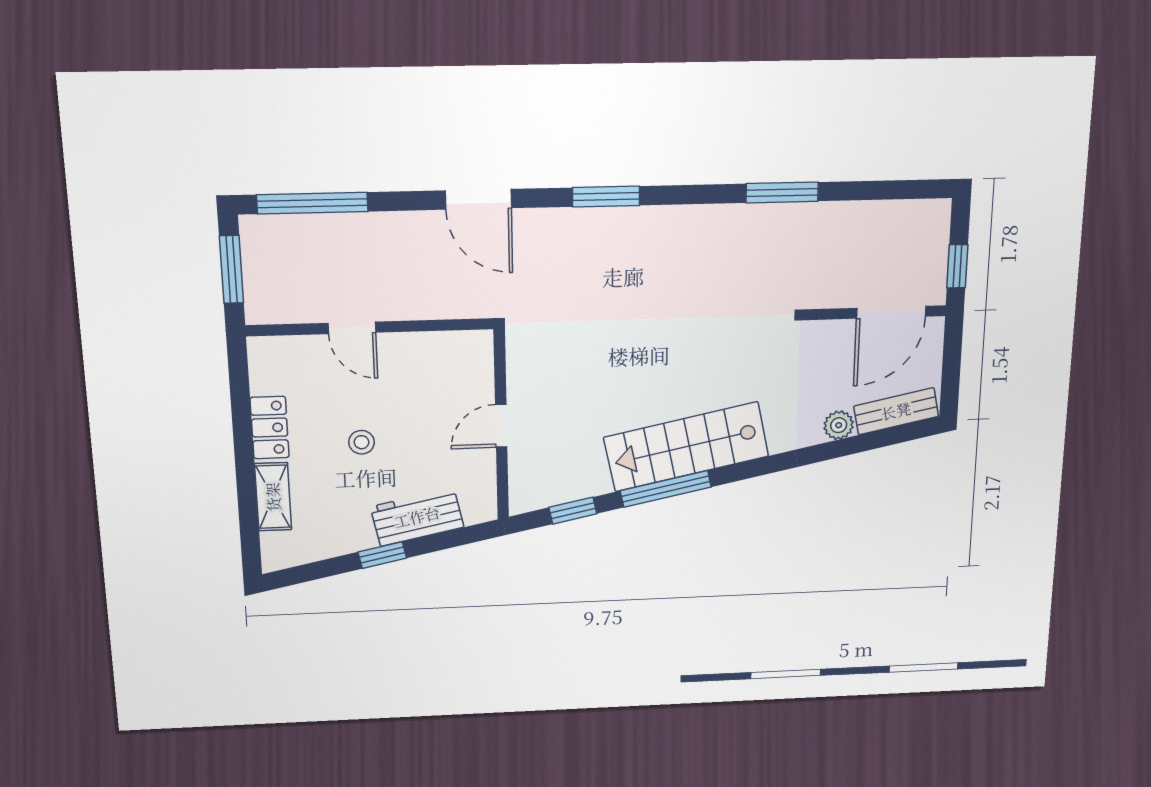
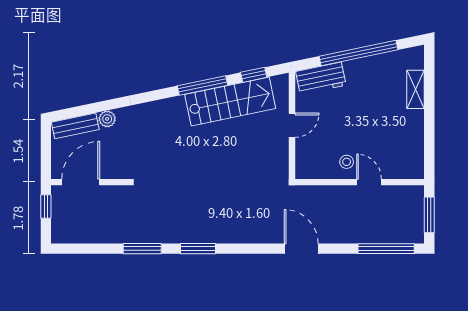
window: (606, 196) -> (198, 249), moved
locker: (270, 428) -> (415, 129), removed
stool: (361, 442) -> (347, 162), moved
stairs: (686, 447) -> (230, 101), moved
workbench: (417, 517) -> (321, 78), moved
window: (382, 555) -> (359, 53), width x3.17

